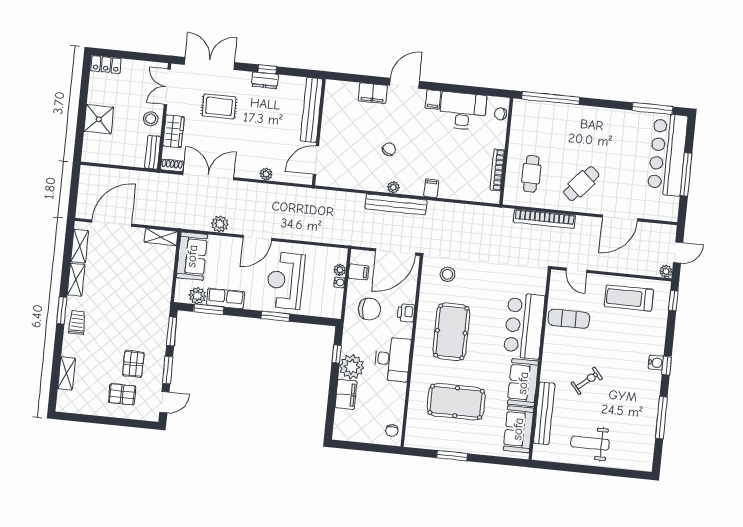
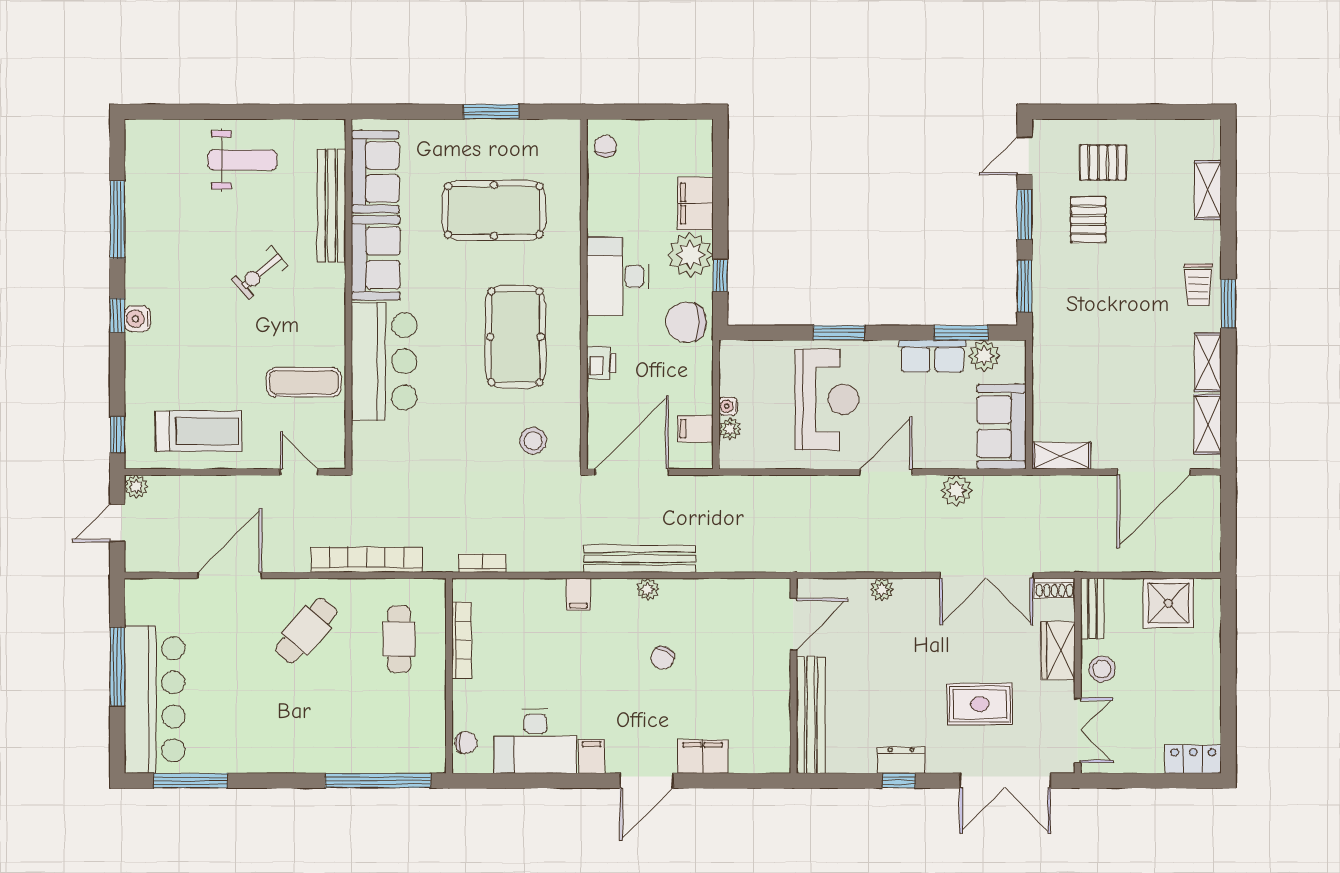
shower: (99, 119) -> (1168, 603), moved
bookcase: (482, 211) -> (482, 563), added
chair: (369, 309) -> (686, 322), moved

